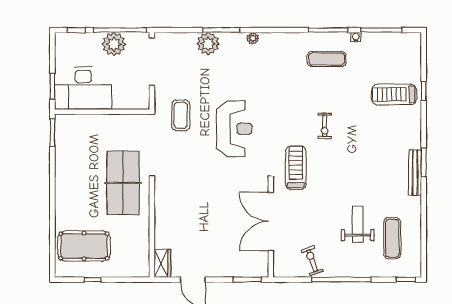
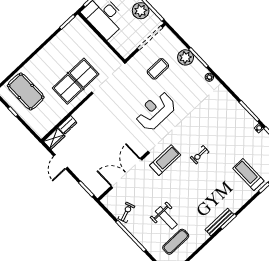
exercise mat: (327, 59) -> (234, 124), removed
coffee table: (181, 115) -> (158, 69), moved
reception desk: (234, 129) -> (155, 111), turned 180
weight bench: (358, 224) -> (166, 218), turned 90
dresser: (161, 235) -> (68, 125), added

